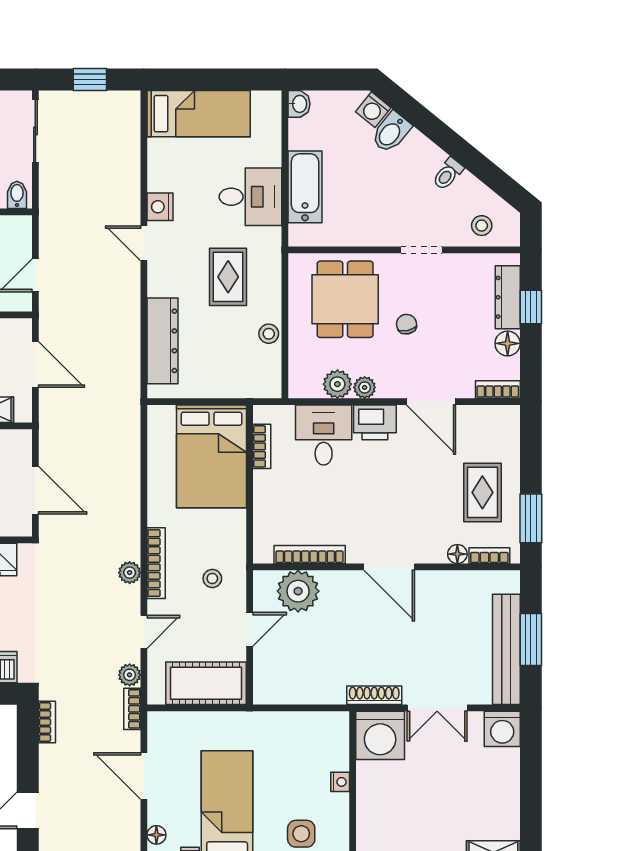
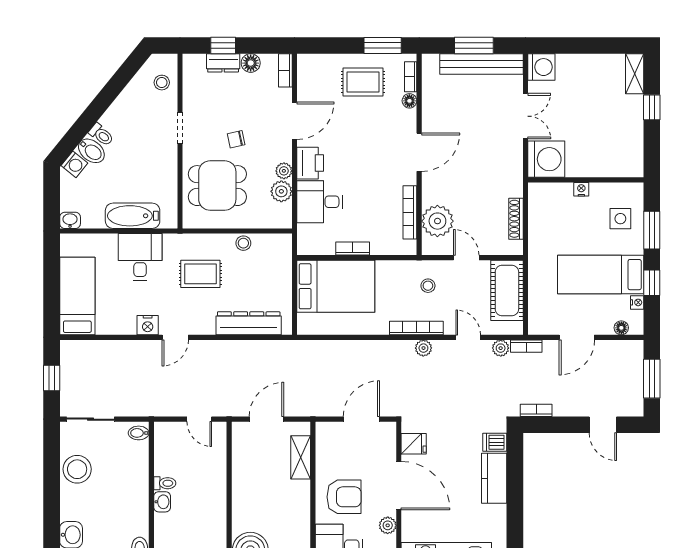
toilet: (448, 174) -> (101, 135), moved
dresser: (508, 297) -> (223, 63), width x0.70
bookcase: (262, 446) -> (353, 248), moved
shoe rack: (374, 695) -> (516, 219), moved

